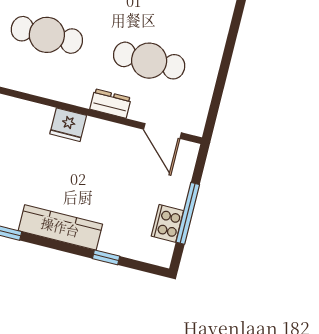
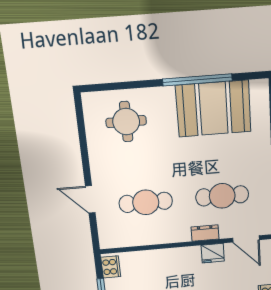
fridge: (68, 125) -> (213, 253), moved

